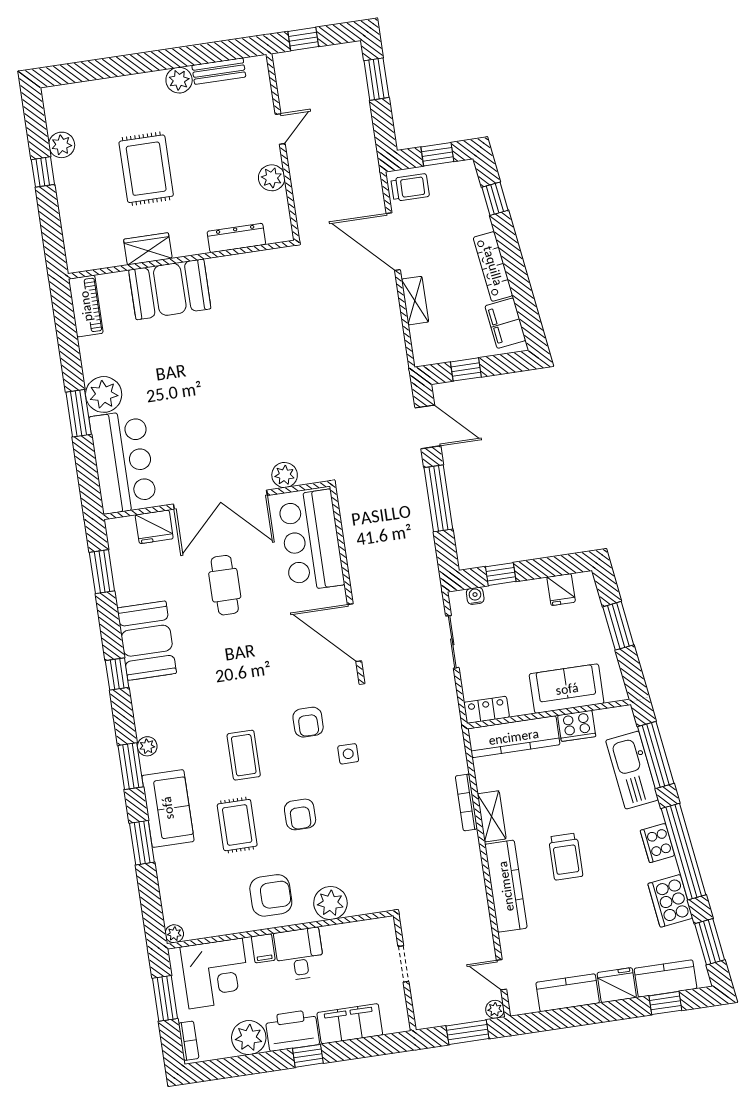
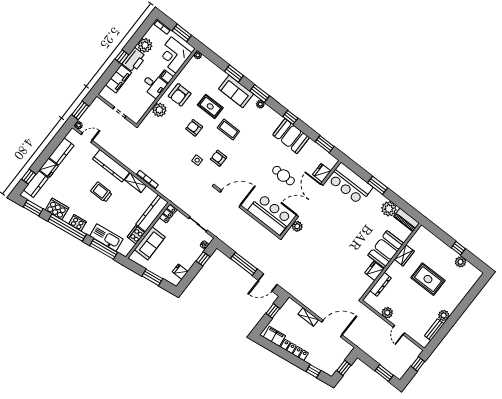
trolley: (410, 187) -> (342, 350), removed
fridge: (225, 271) -> (374, 271), added
plant: (104, 394) -> (389, 209), moved

